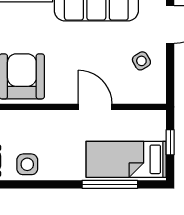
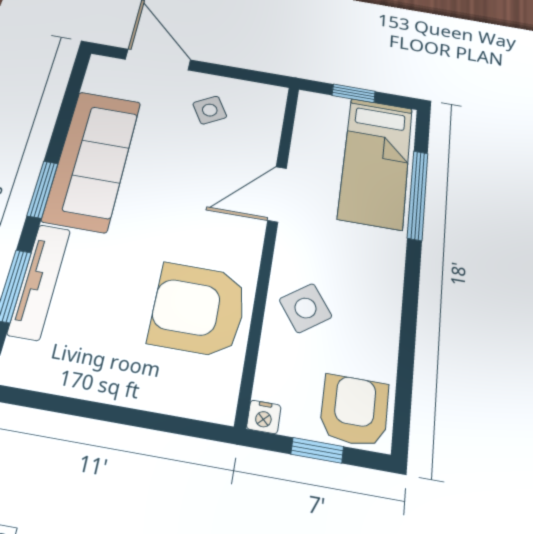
side table: (27, 164) -> (305, 308), moved, turned -36

